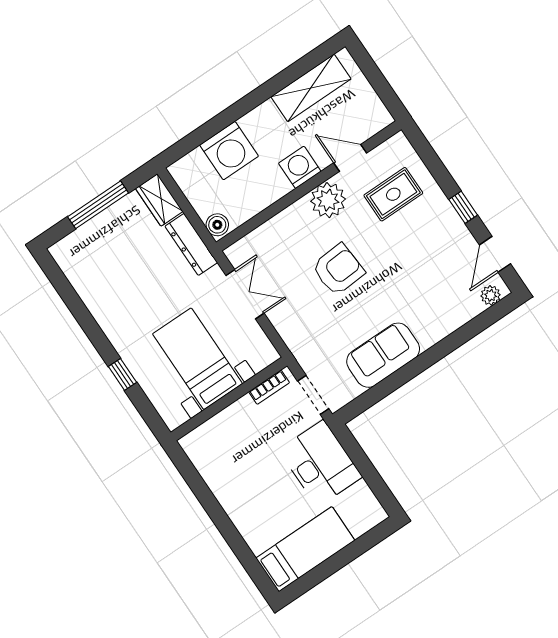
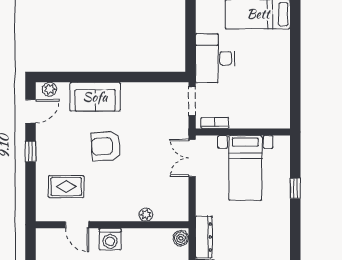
plant: (328, 200) -> (146, 215), moved, width x0.53, depth x0.53
armchair: (338, 269) -> (106, 146), moved
double door: (245, 294) -> (192, 158), moved
sofa: (383, 355) -> (95, 97), moved

